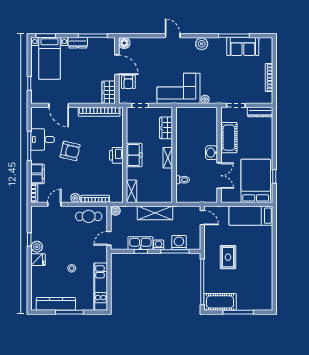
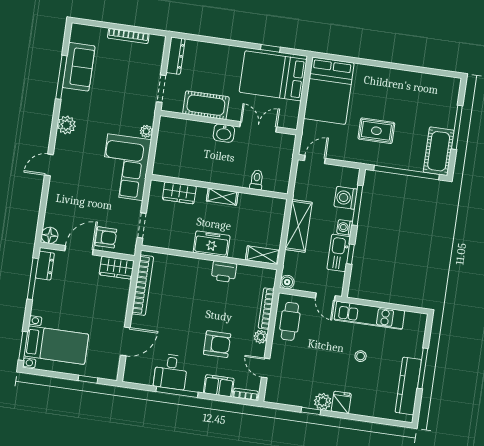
dresser: (78, 43) -> (45, 266), moved
armchair: (70, 151) -> (217, 344), moved, turned 77
printer: (116, 155) -> (224, 272), moved
bed: (251, 216) -> (329, 91), width x1.50
kitchen unit: (101, 287) -> (369, 315), moved

